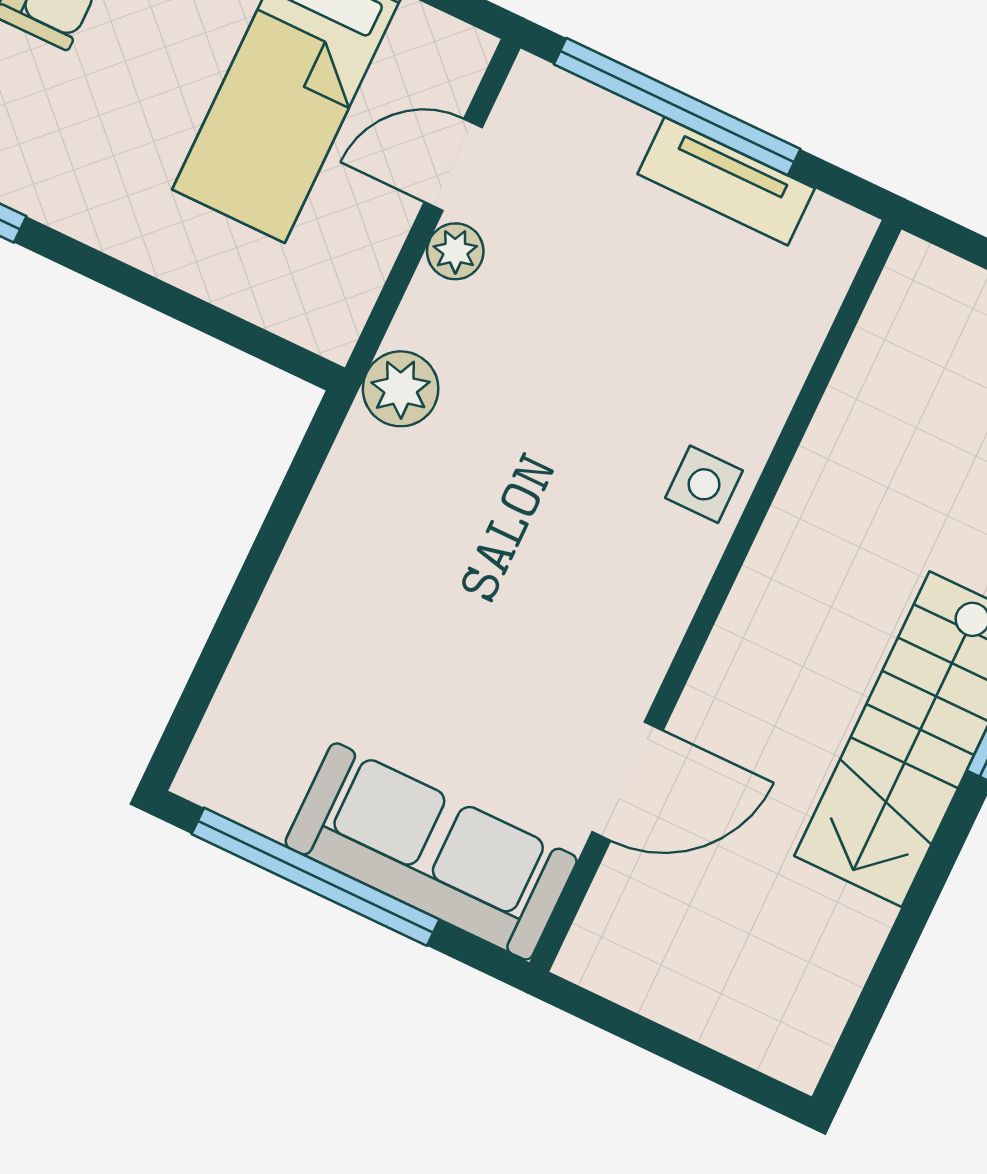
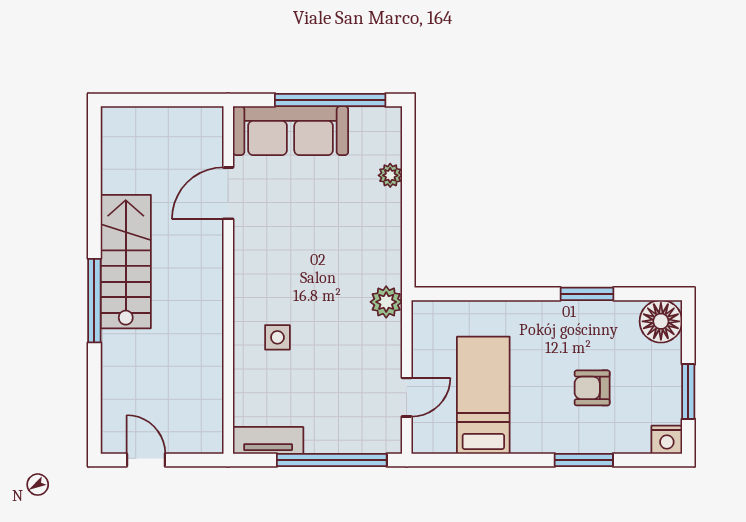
tv unit: (726, 181) -> (268, 440), moved
plant: (455, 251) -> (390, 175), moved
side table: (704, 484) -> (277, 337), moved

